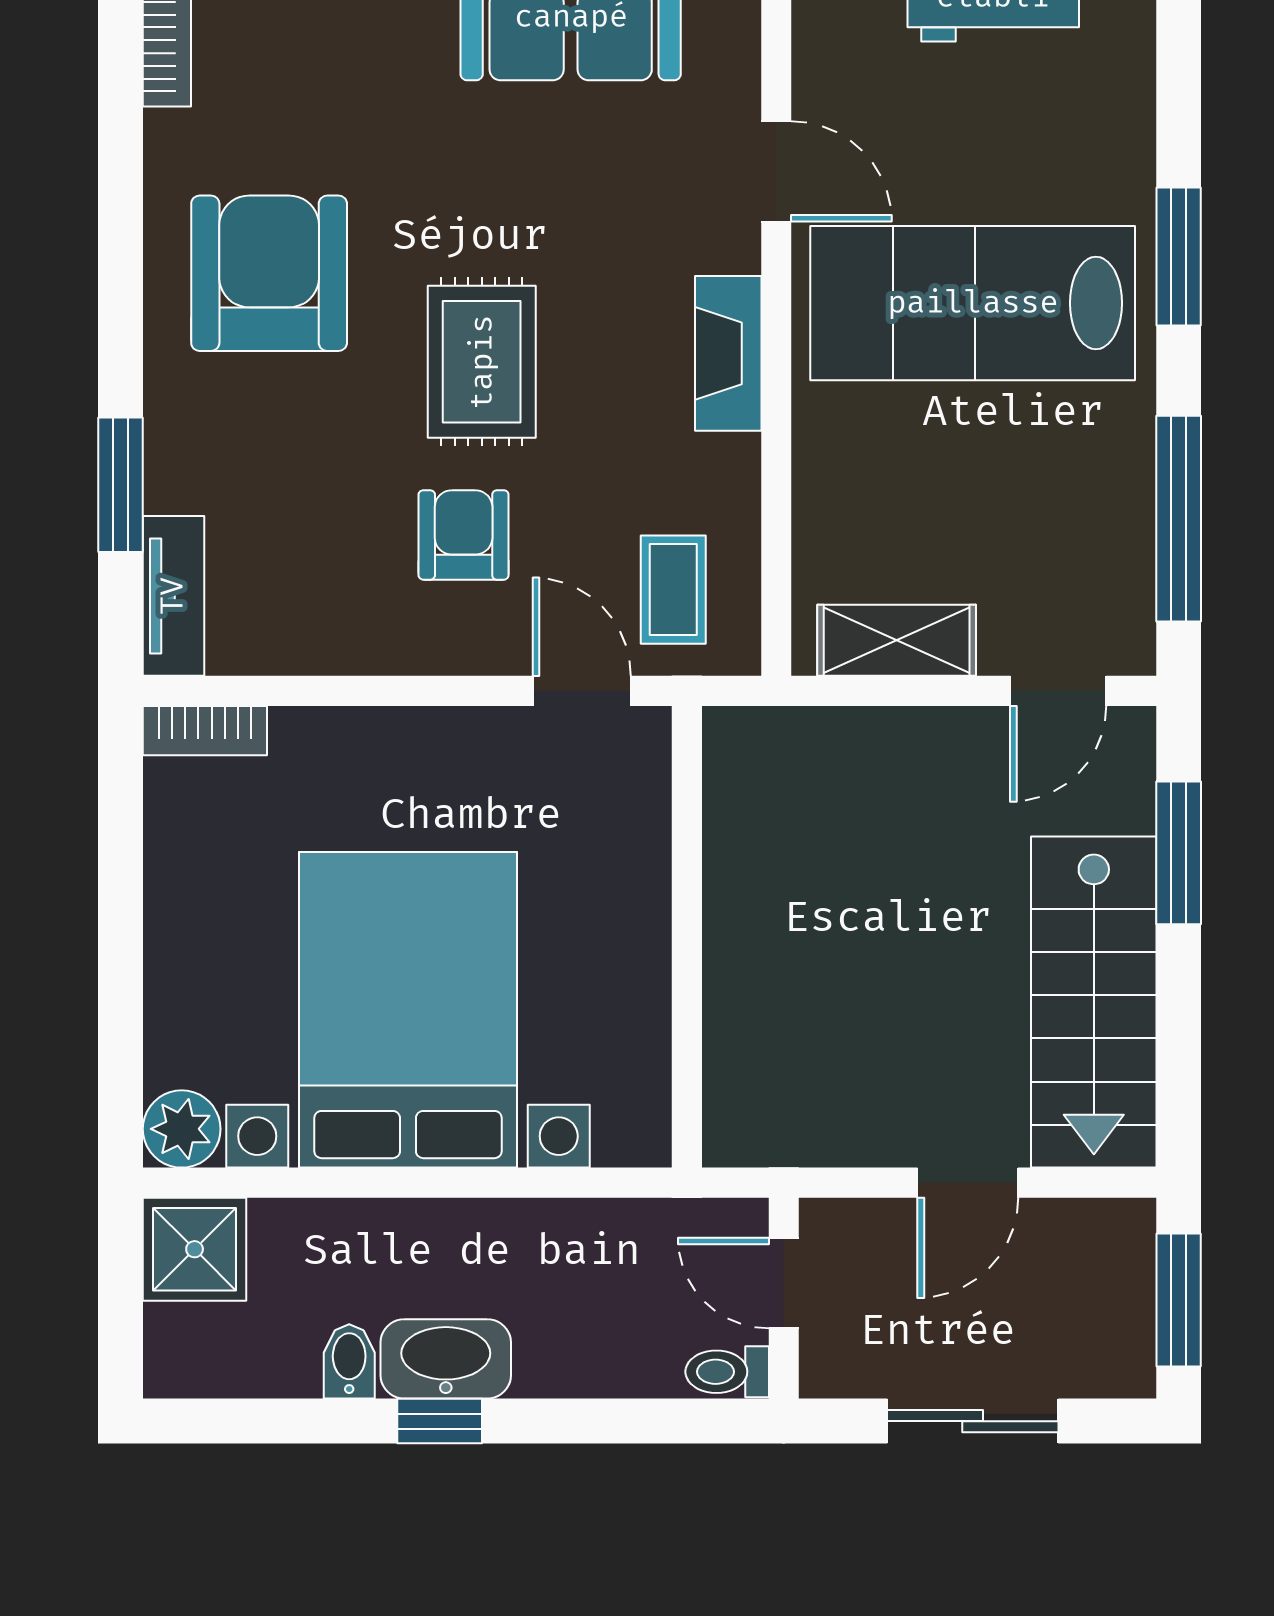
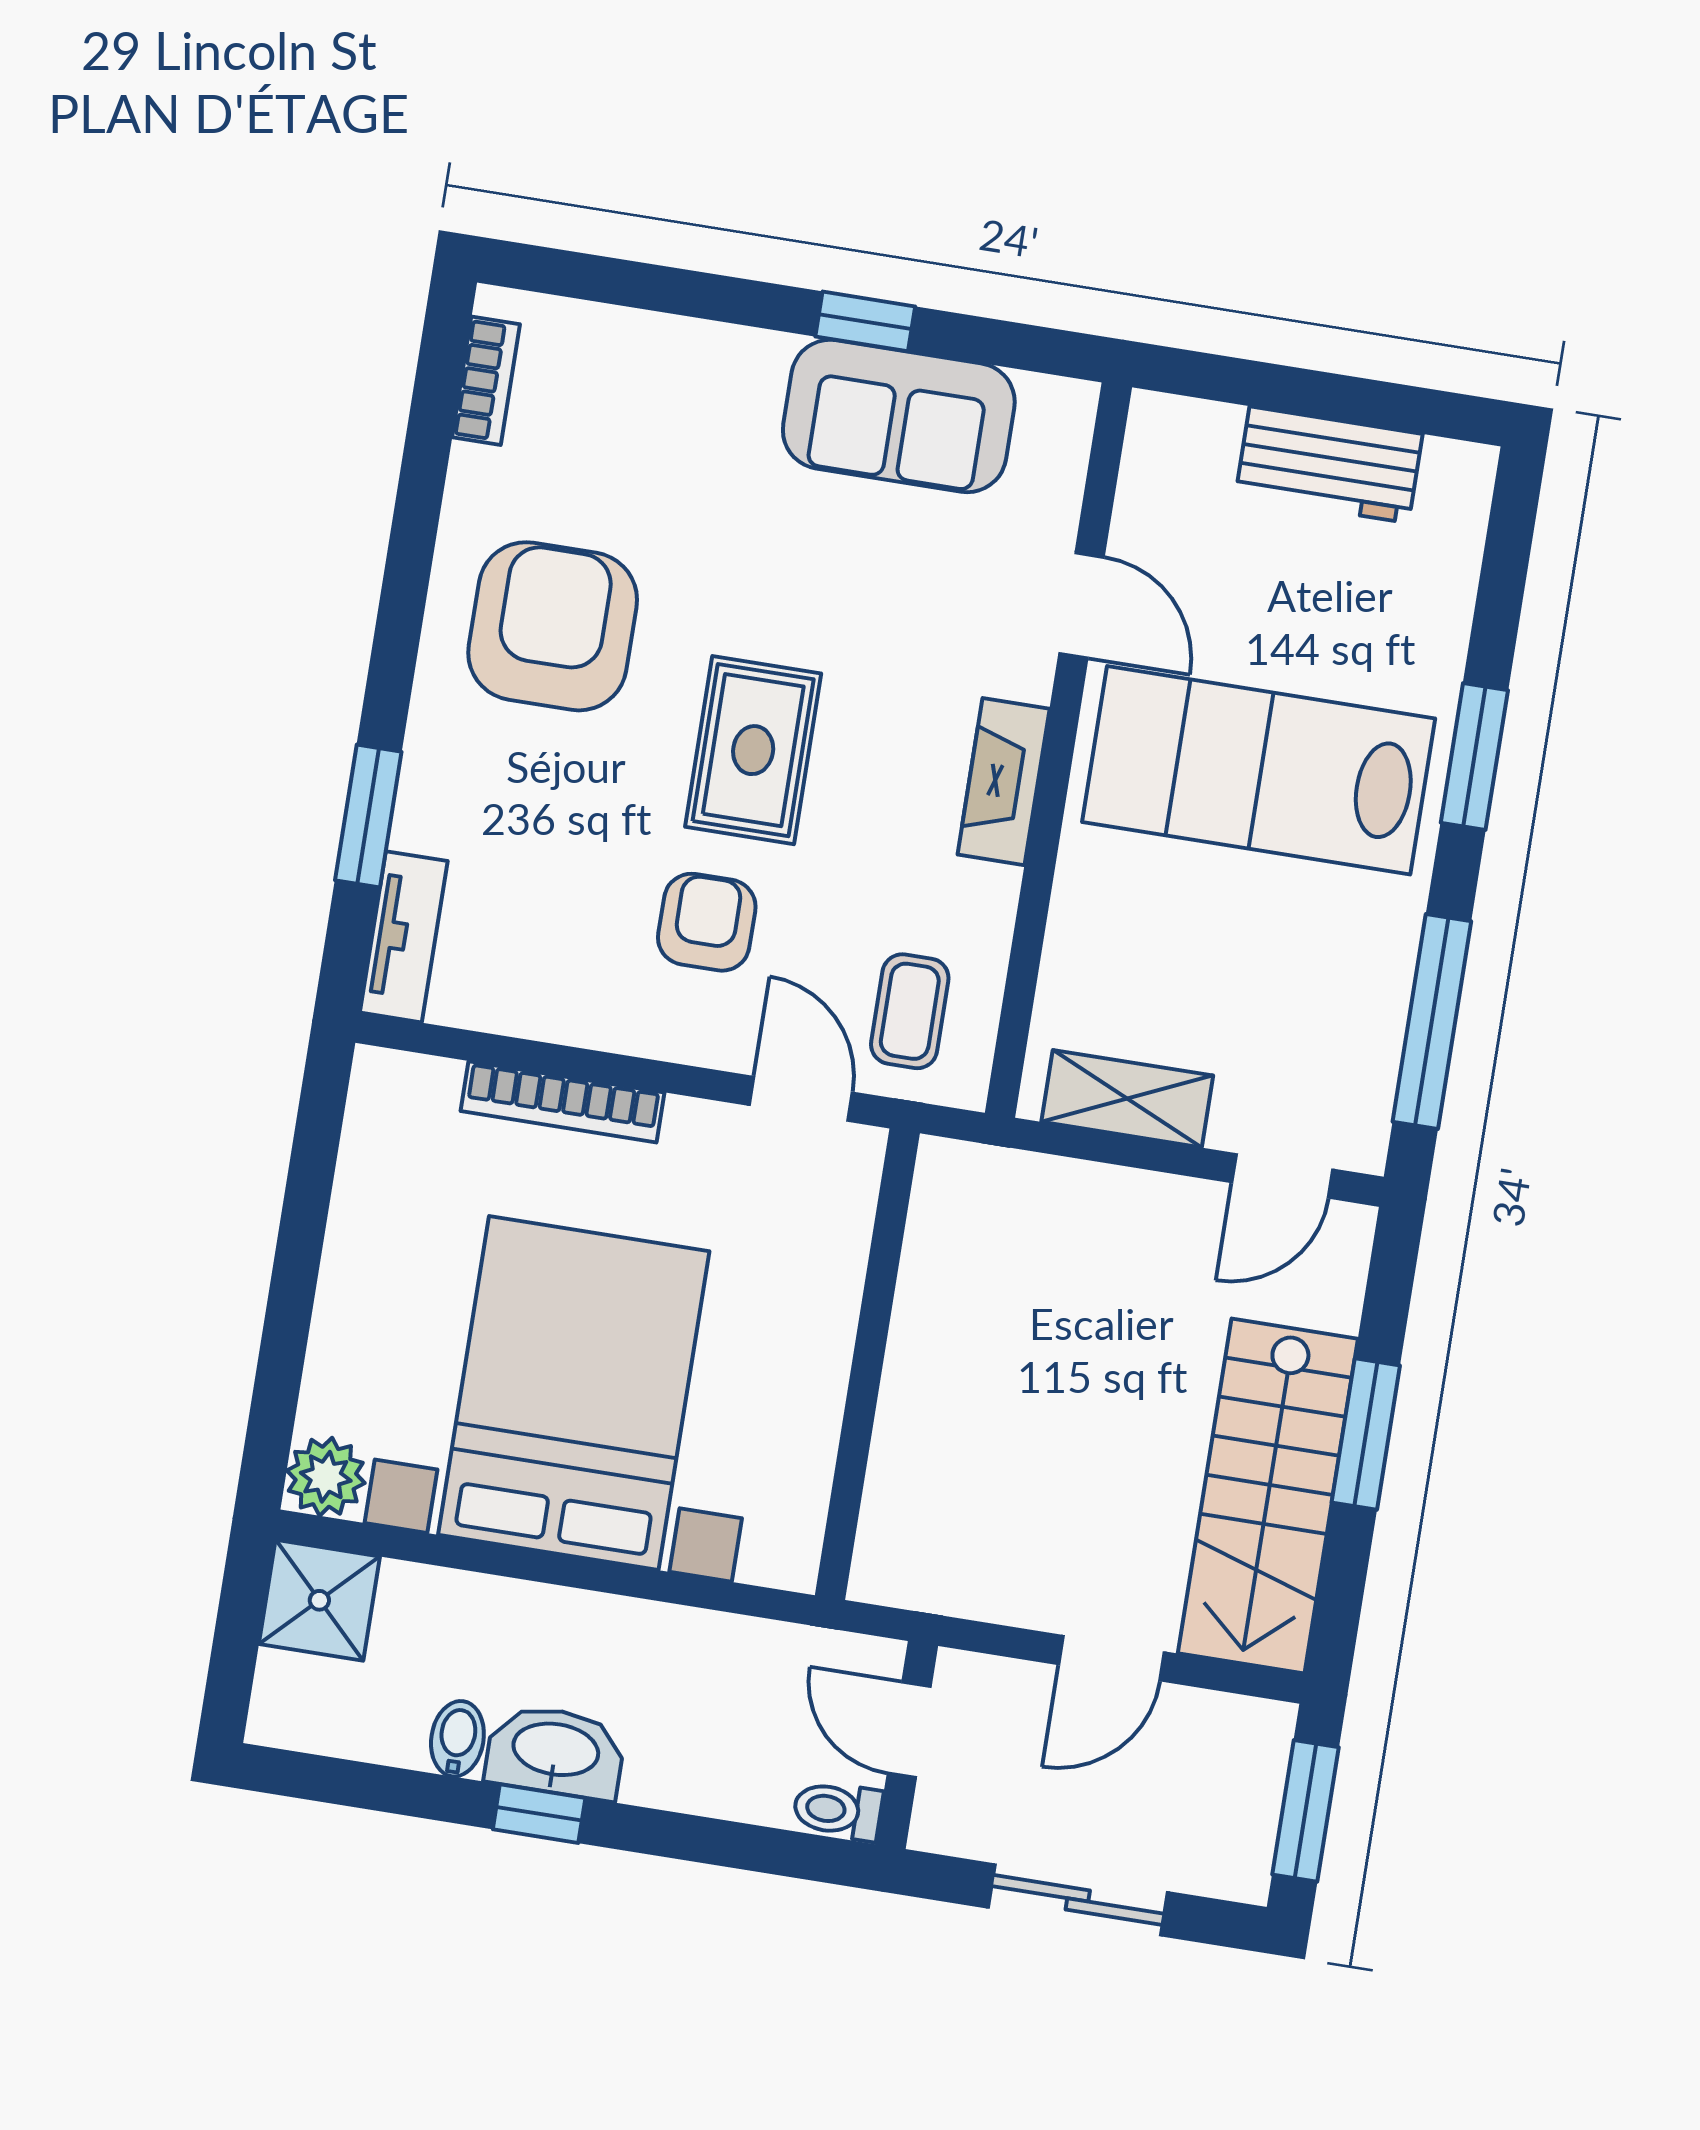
bookcase: (205, 731) -> (563, 1102), moved, width x1.56
window: (1179, 853) -> (1366, 1434), moved

